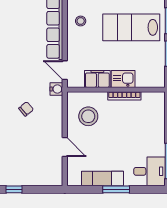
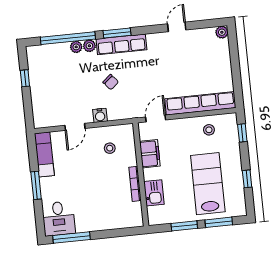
kitchen sink: (123, 79) -> (154, 193), moved
water cooler: (56, 89) -> (100, 115), moved
stool: (88, 116) -> (110, 148), width x0.53, depth x0.53
exam couch: (103, 179) -> (44, 154), moved

